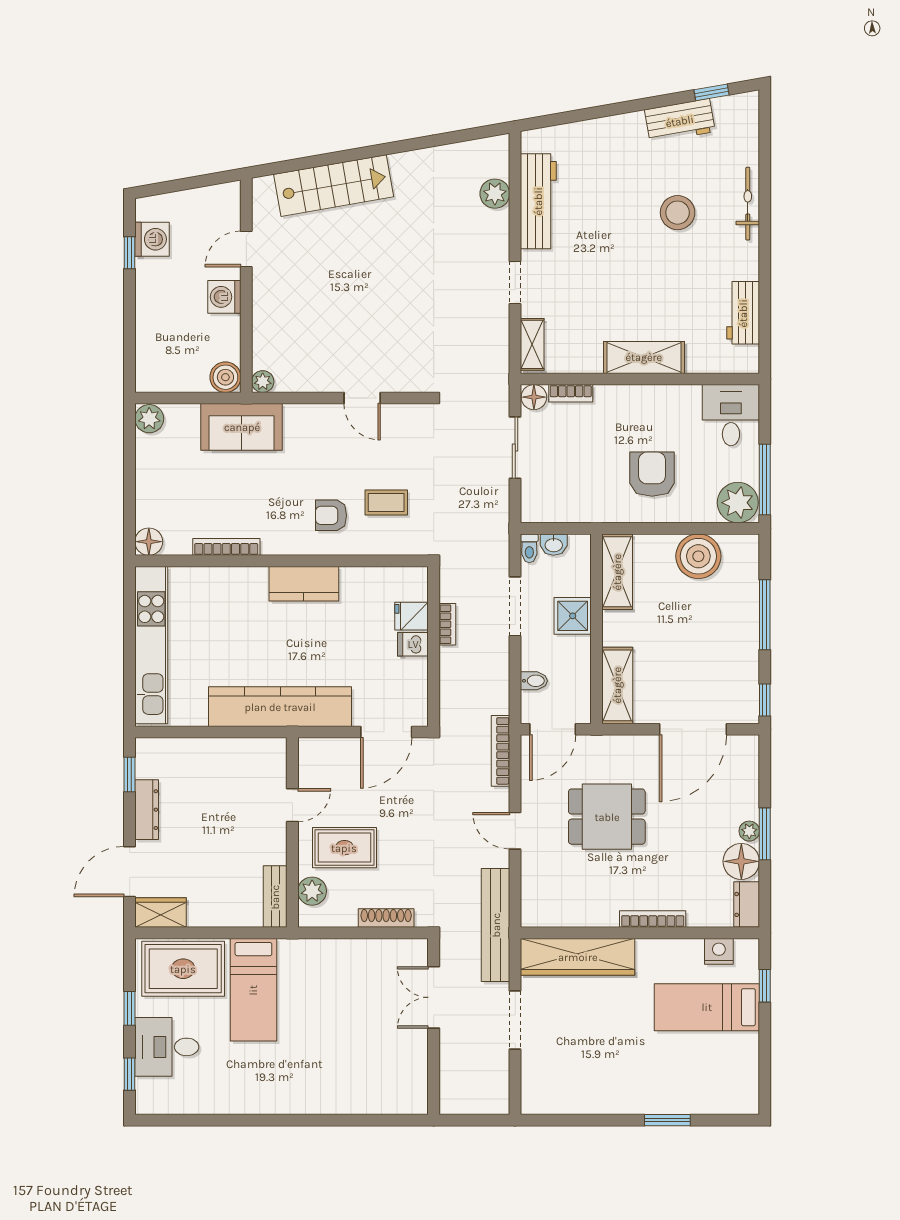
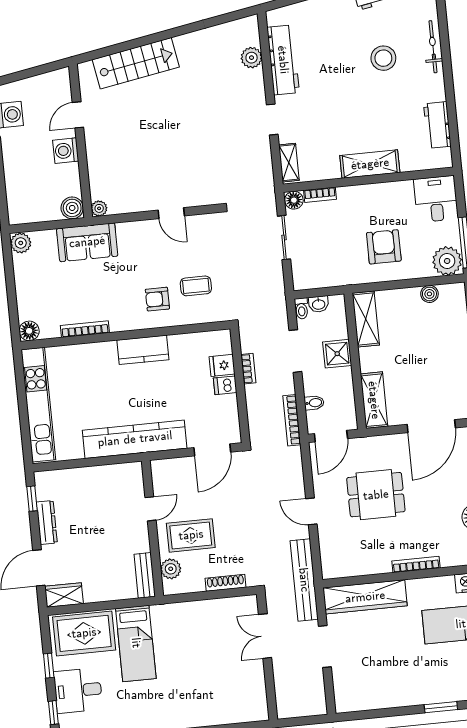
boiler: (698, 556) -> (429, 294), width x0.54, depth x0.54
bookcase: (501, 751) -> (292, 420), moved

